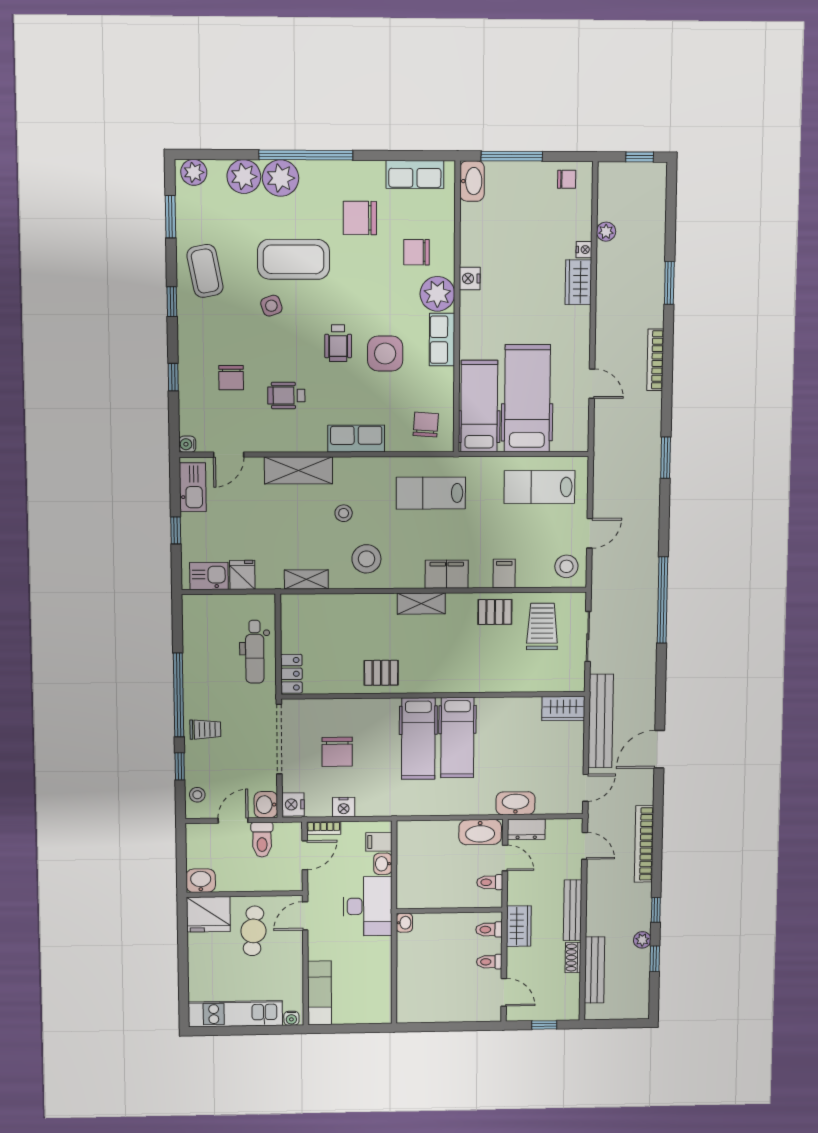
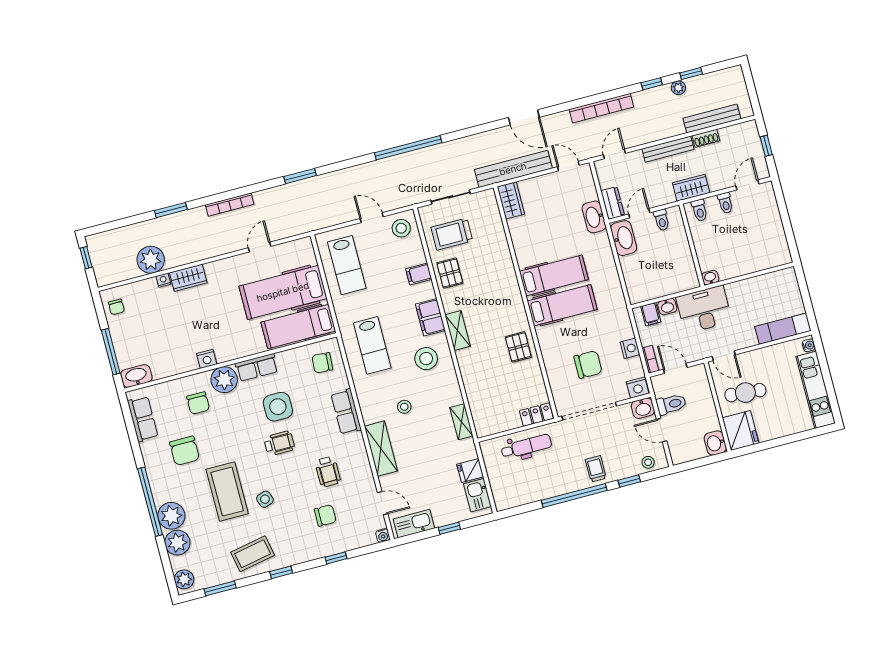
chair: (567, 179) -> (116, 307), turned 180
plant: (606, 232) -> (151, 260), width x1.88, depth x1.88
stool: (366, 559) -> (426, 359), moved

